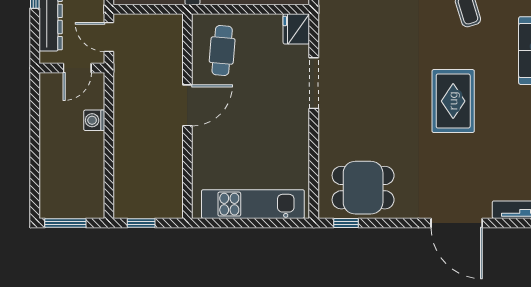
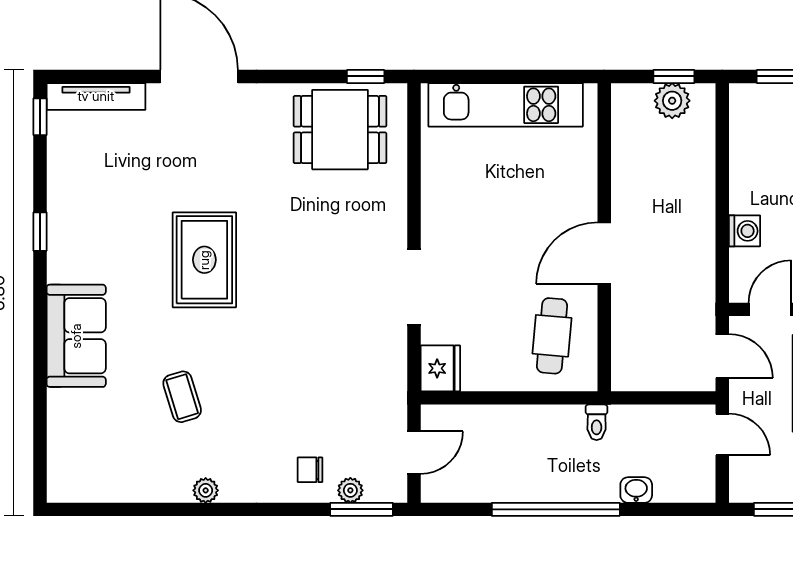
plant: (142, 207) -> (672, 101), added

